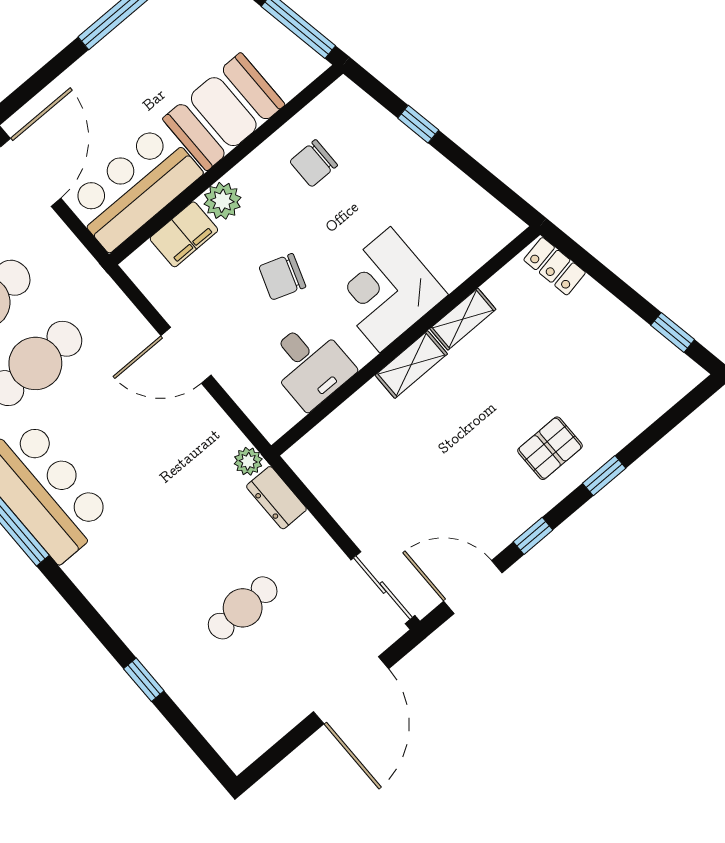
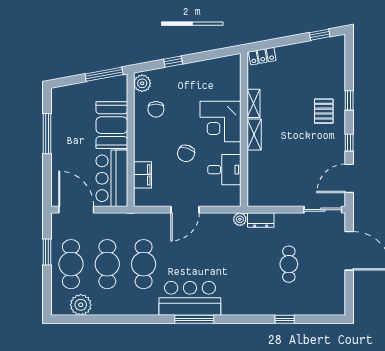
plant: (222, 201) -> (142, 83), moved

